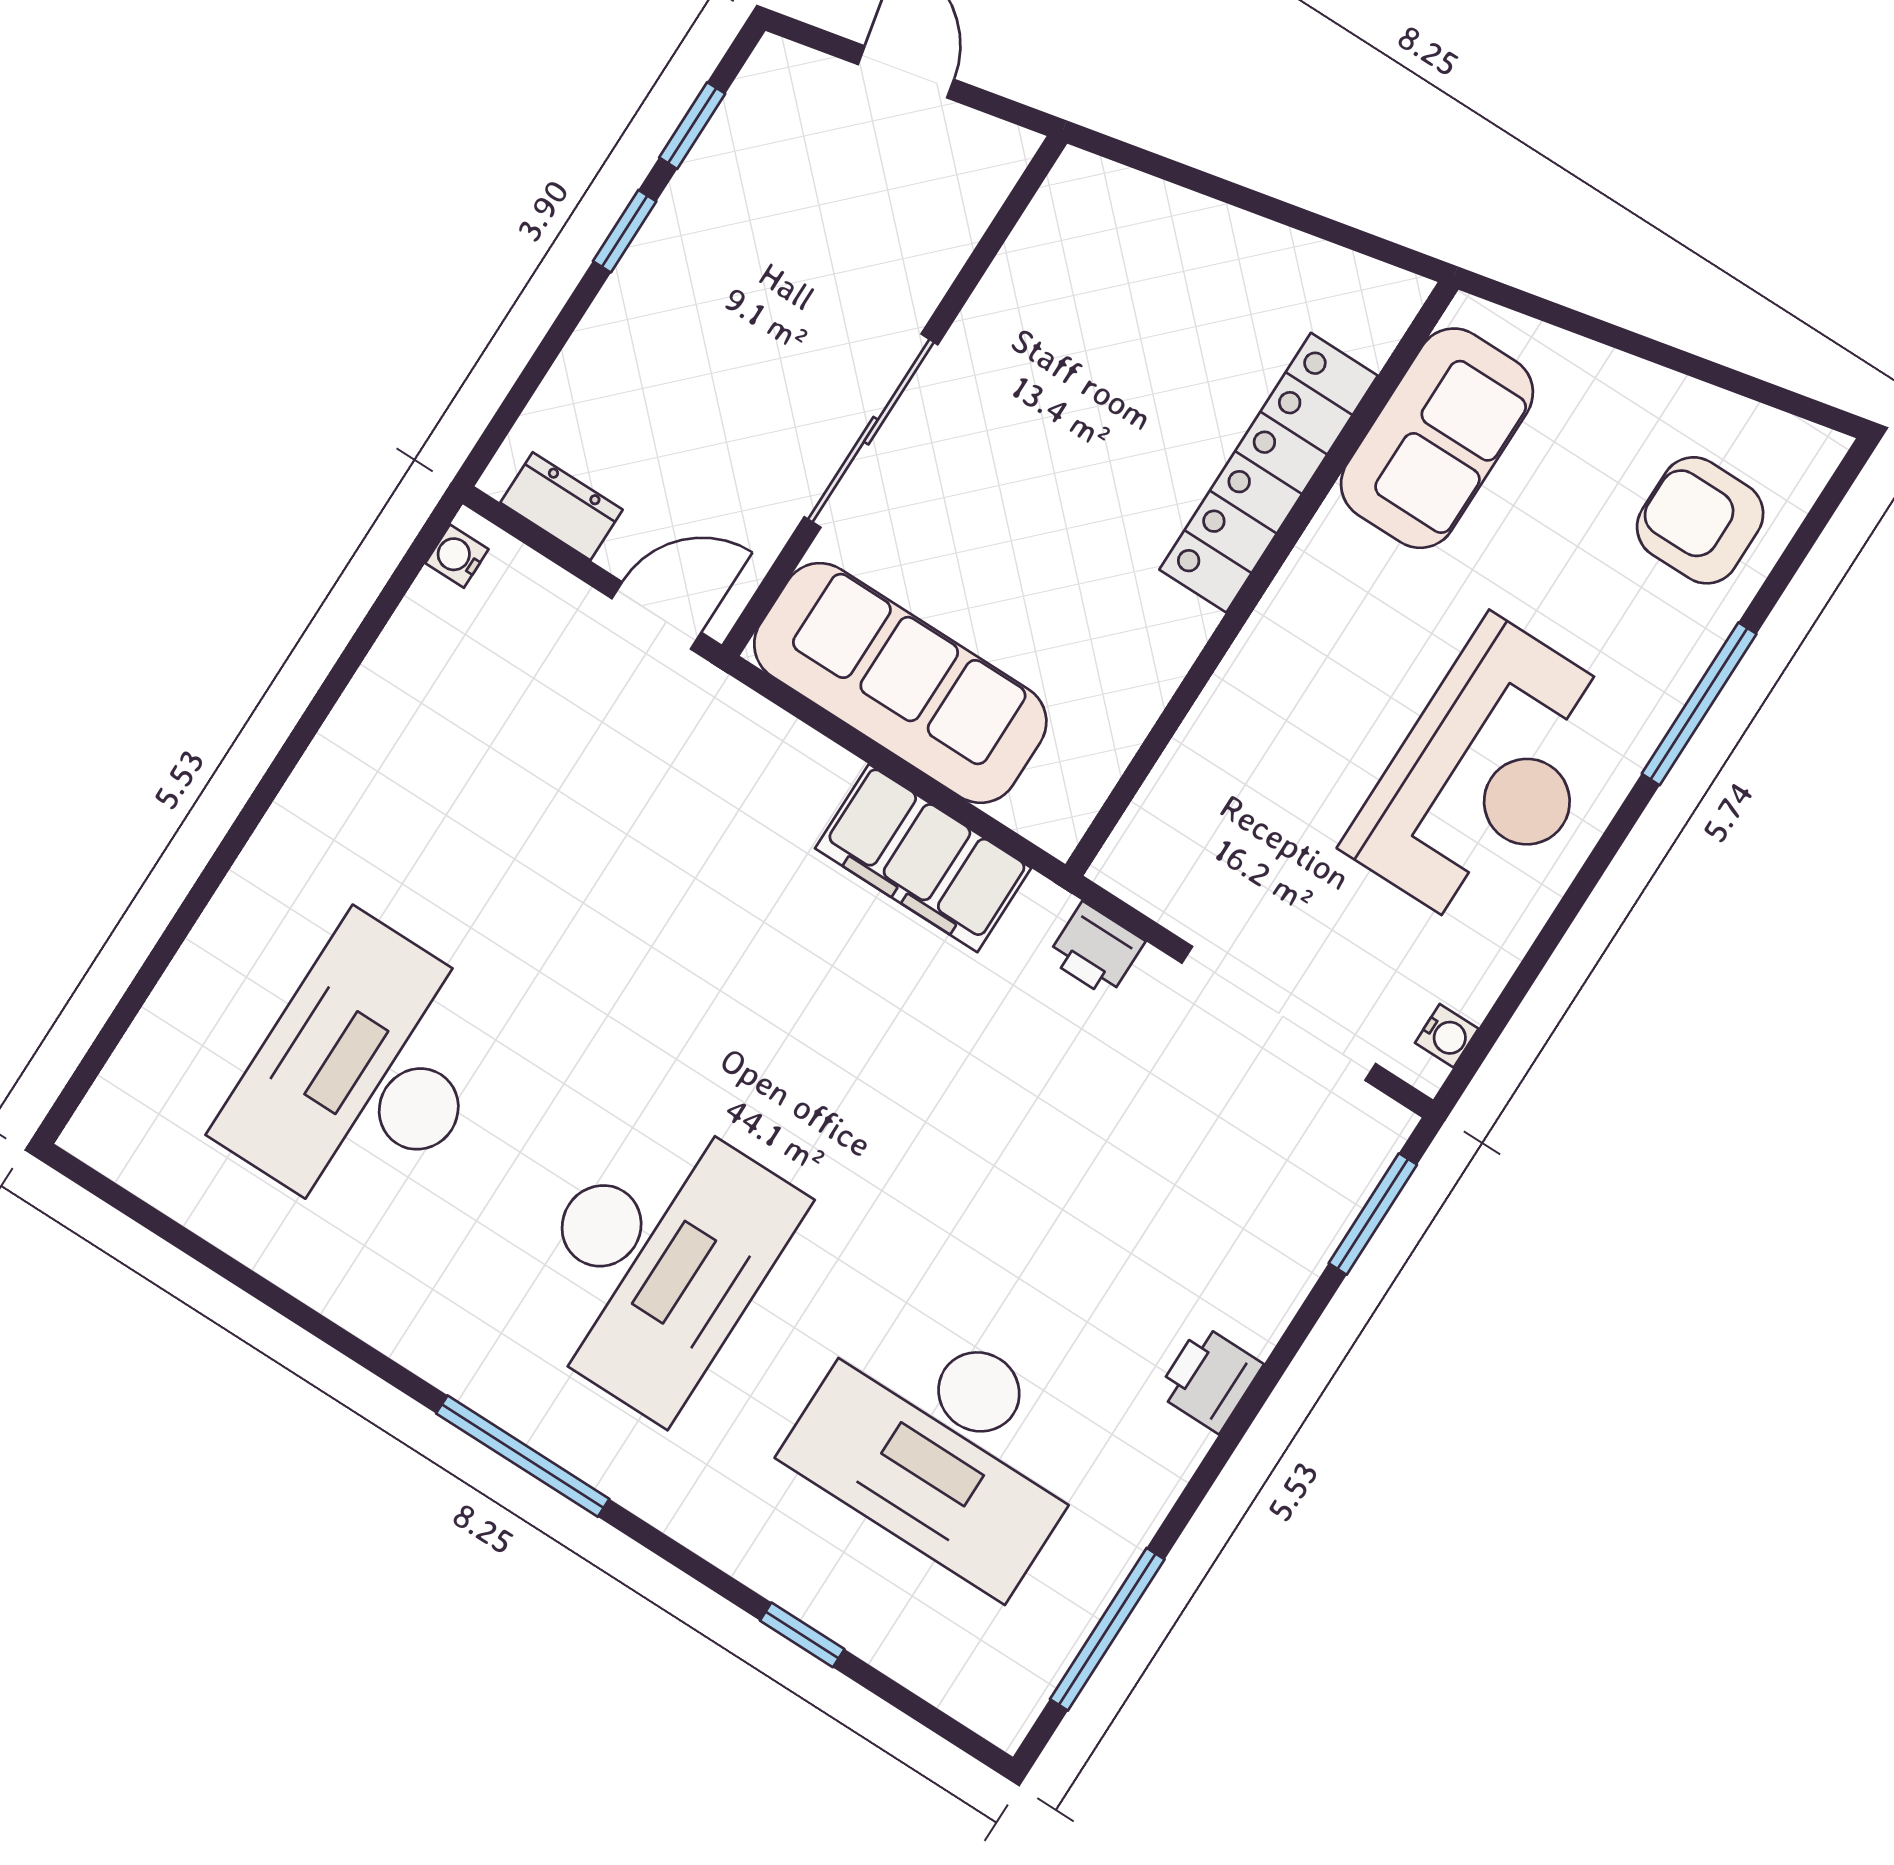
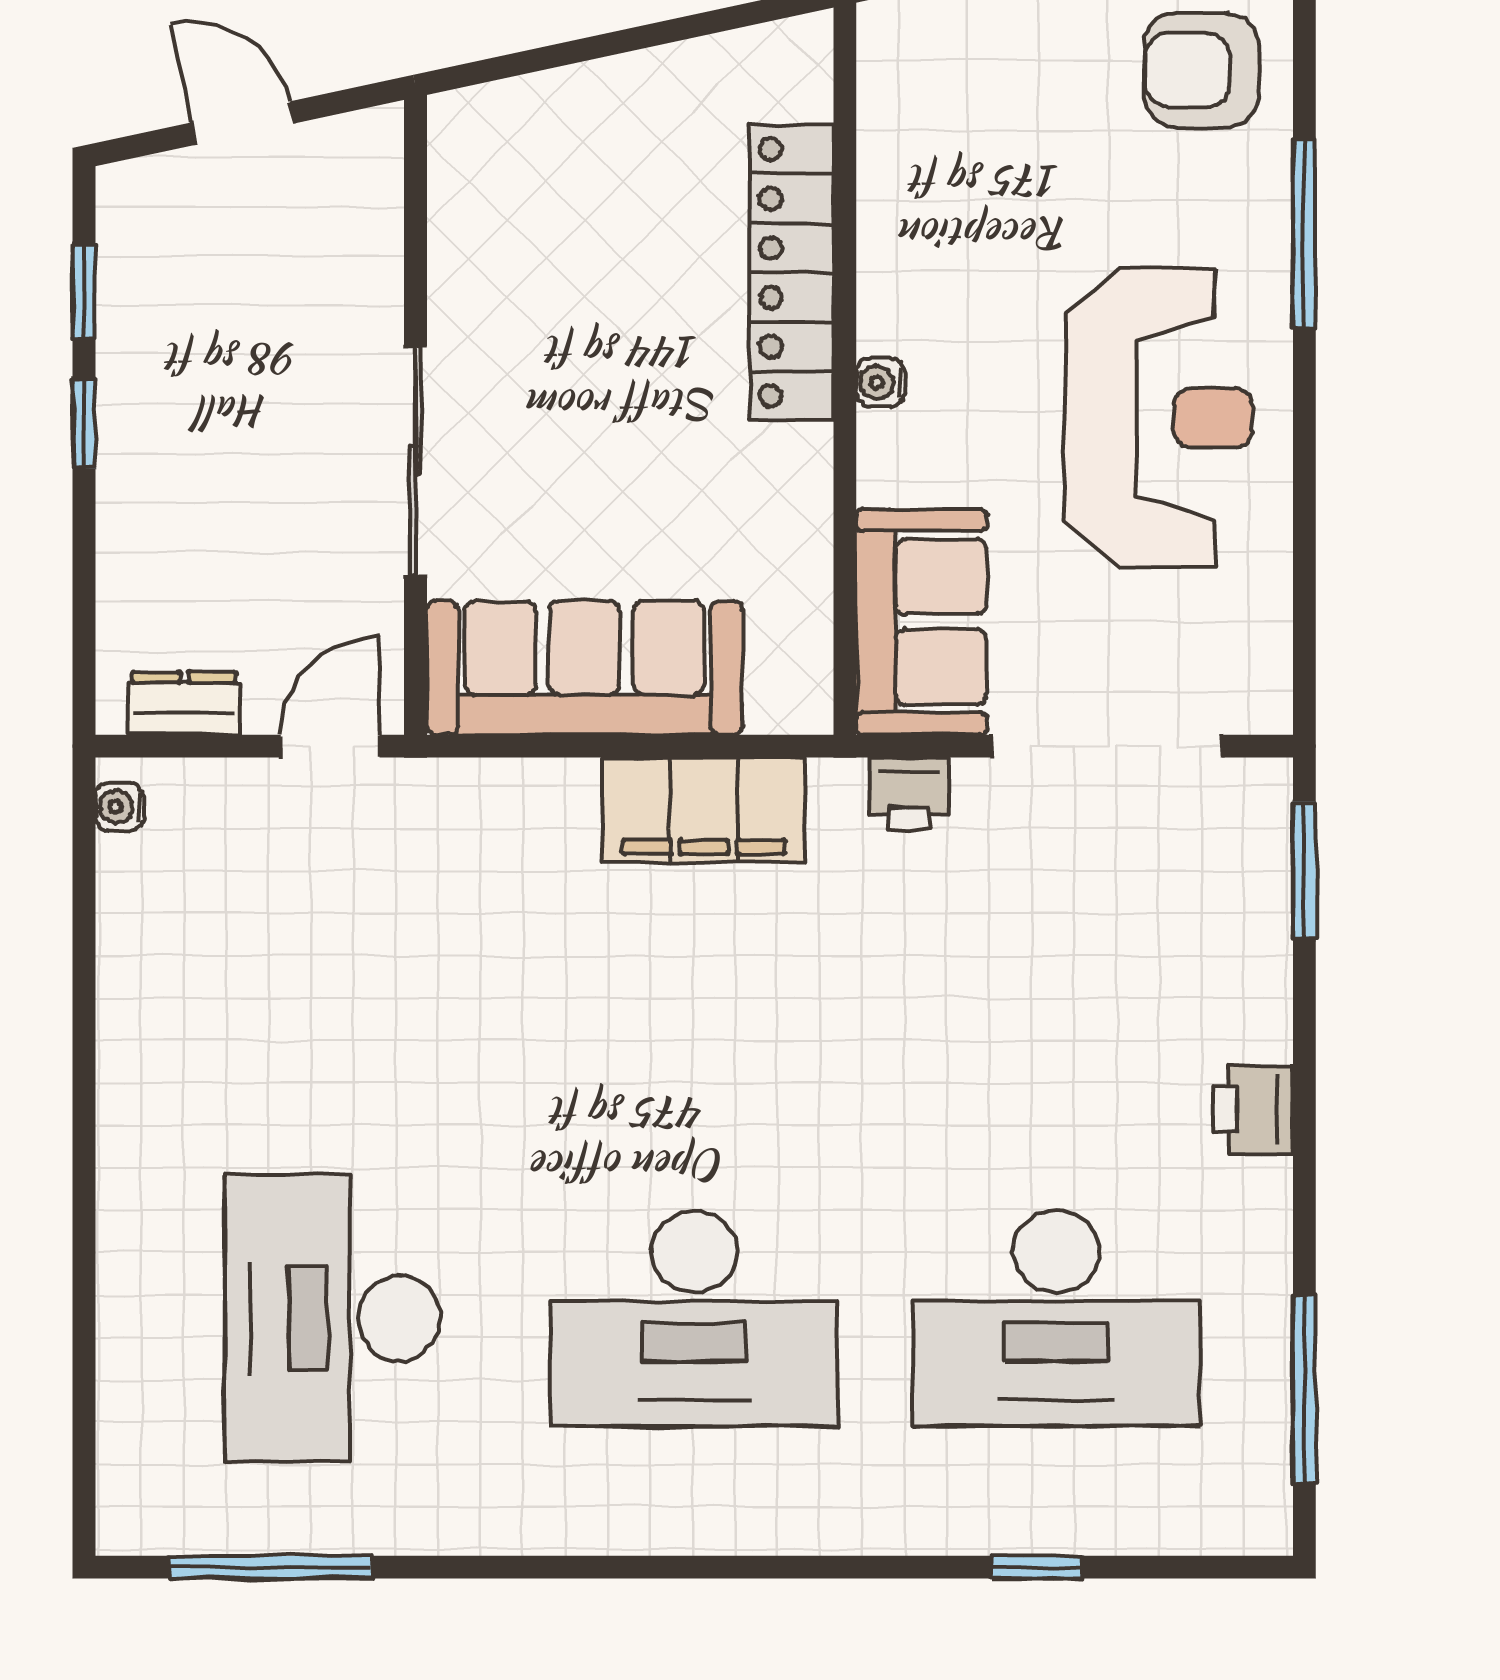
sofa: (1437, 438) -> (921, 622), moved
water cooler: (1447, 1036) -> (880, 382), moved, turned 180
desk: (655, 1260) -> (694, 1318), turned 90
window: (523, 1456) -> (271, 1567), moved

